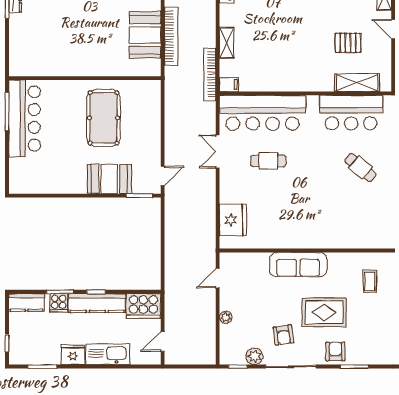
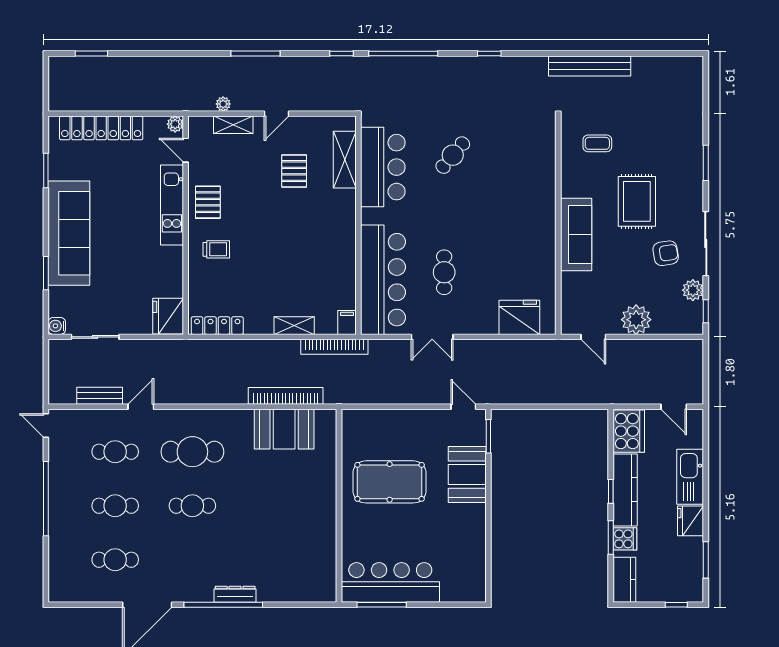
plant: (226, 317) -> (636, 320), width x1.88, depth x1.88
armchair: (335, 351) -> (687, 187), removed

